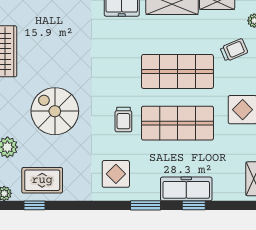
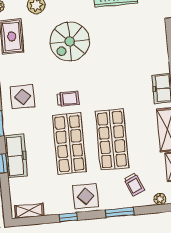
spiral stairs: (55, 111) -> (70, 41), turned 180
trolley: (123, 119) -> (68, 99), turned 180

